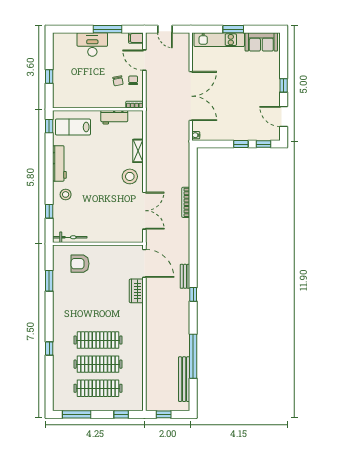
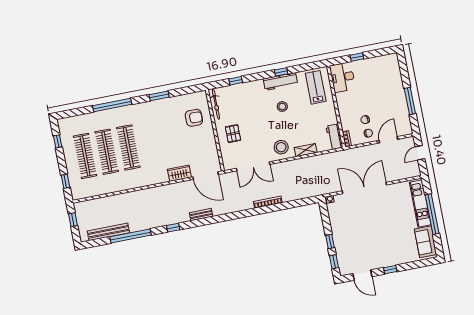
window: (233, 29) -> (432, 214), width x2.11
filing cabinet: (136, 38) -> (407, 128), removed
desk: (92, 44) -> (343, 77), moved, turned 180
double door: (191, 96) -> (364, 188), swing flipped
workbench: (114, 117) -> (335, 137), moved
door: (284, 117) -> (362, 275), swing flipped
window: (49, 126) -> (281, 72), moved
stool: (66, 194) -> (282, 107), moved
pallet: (105, 225) -> (233, 134), added
door: (144, 263) -> (206, 176), hinge flipped
armchair: (80, 264) -> (194, 118), turned 90
window: (49, 281) -> (159, 96), moved
window: (193, 294) -> (173, 228), moved
window: (49, 349) -> (112, 105), width x3.17
window: (77, 414) -> (58, 141), width x0.46

